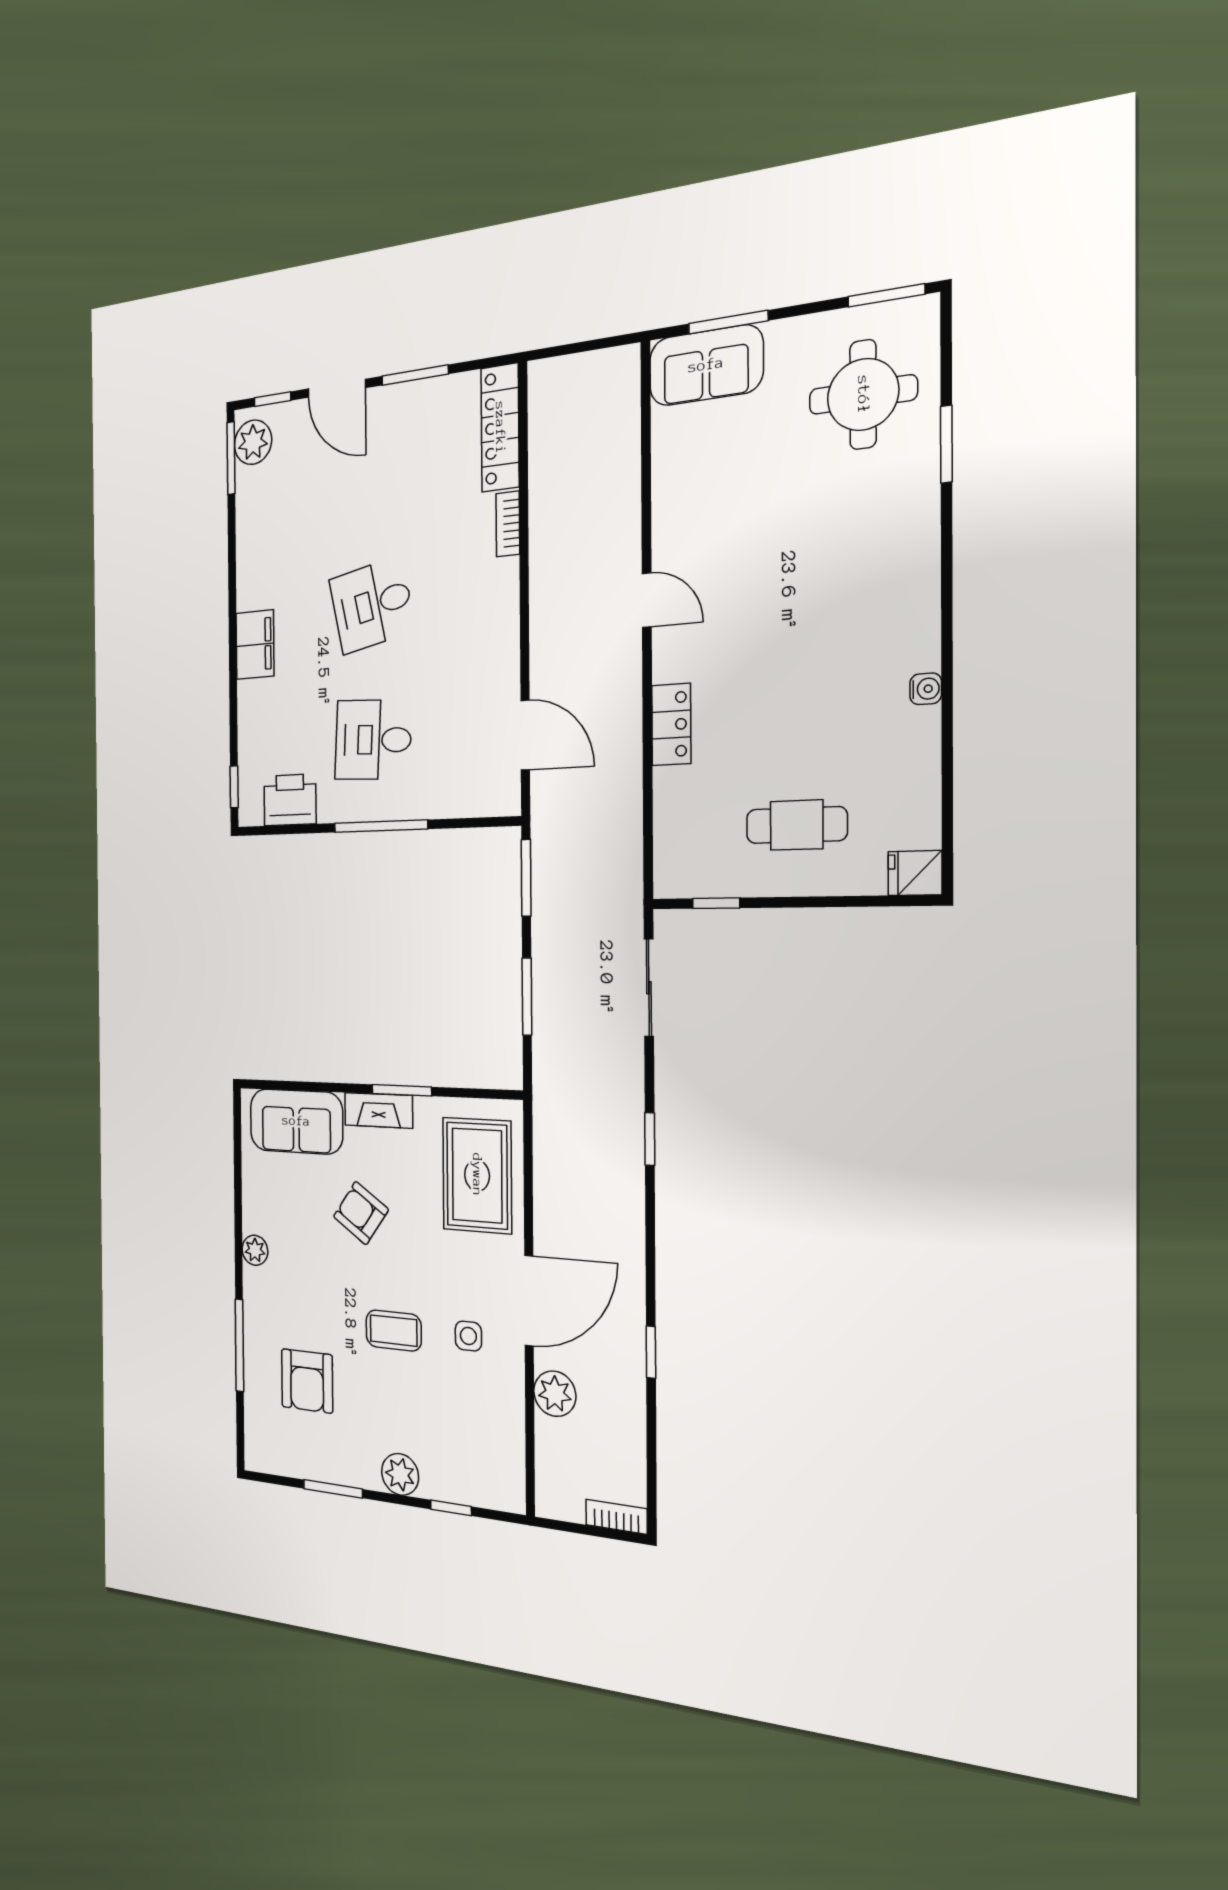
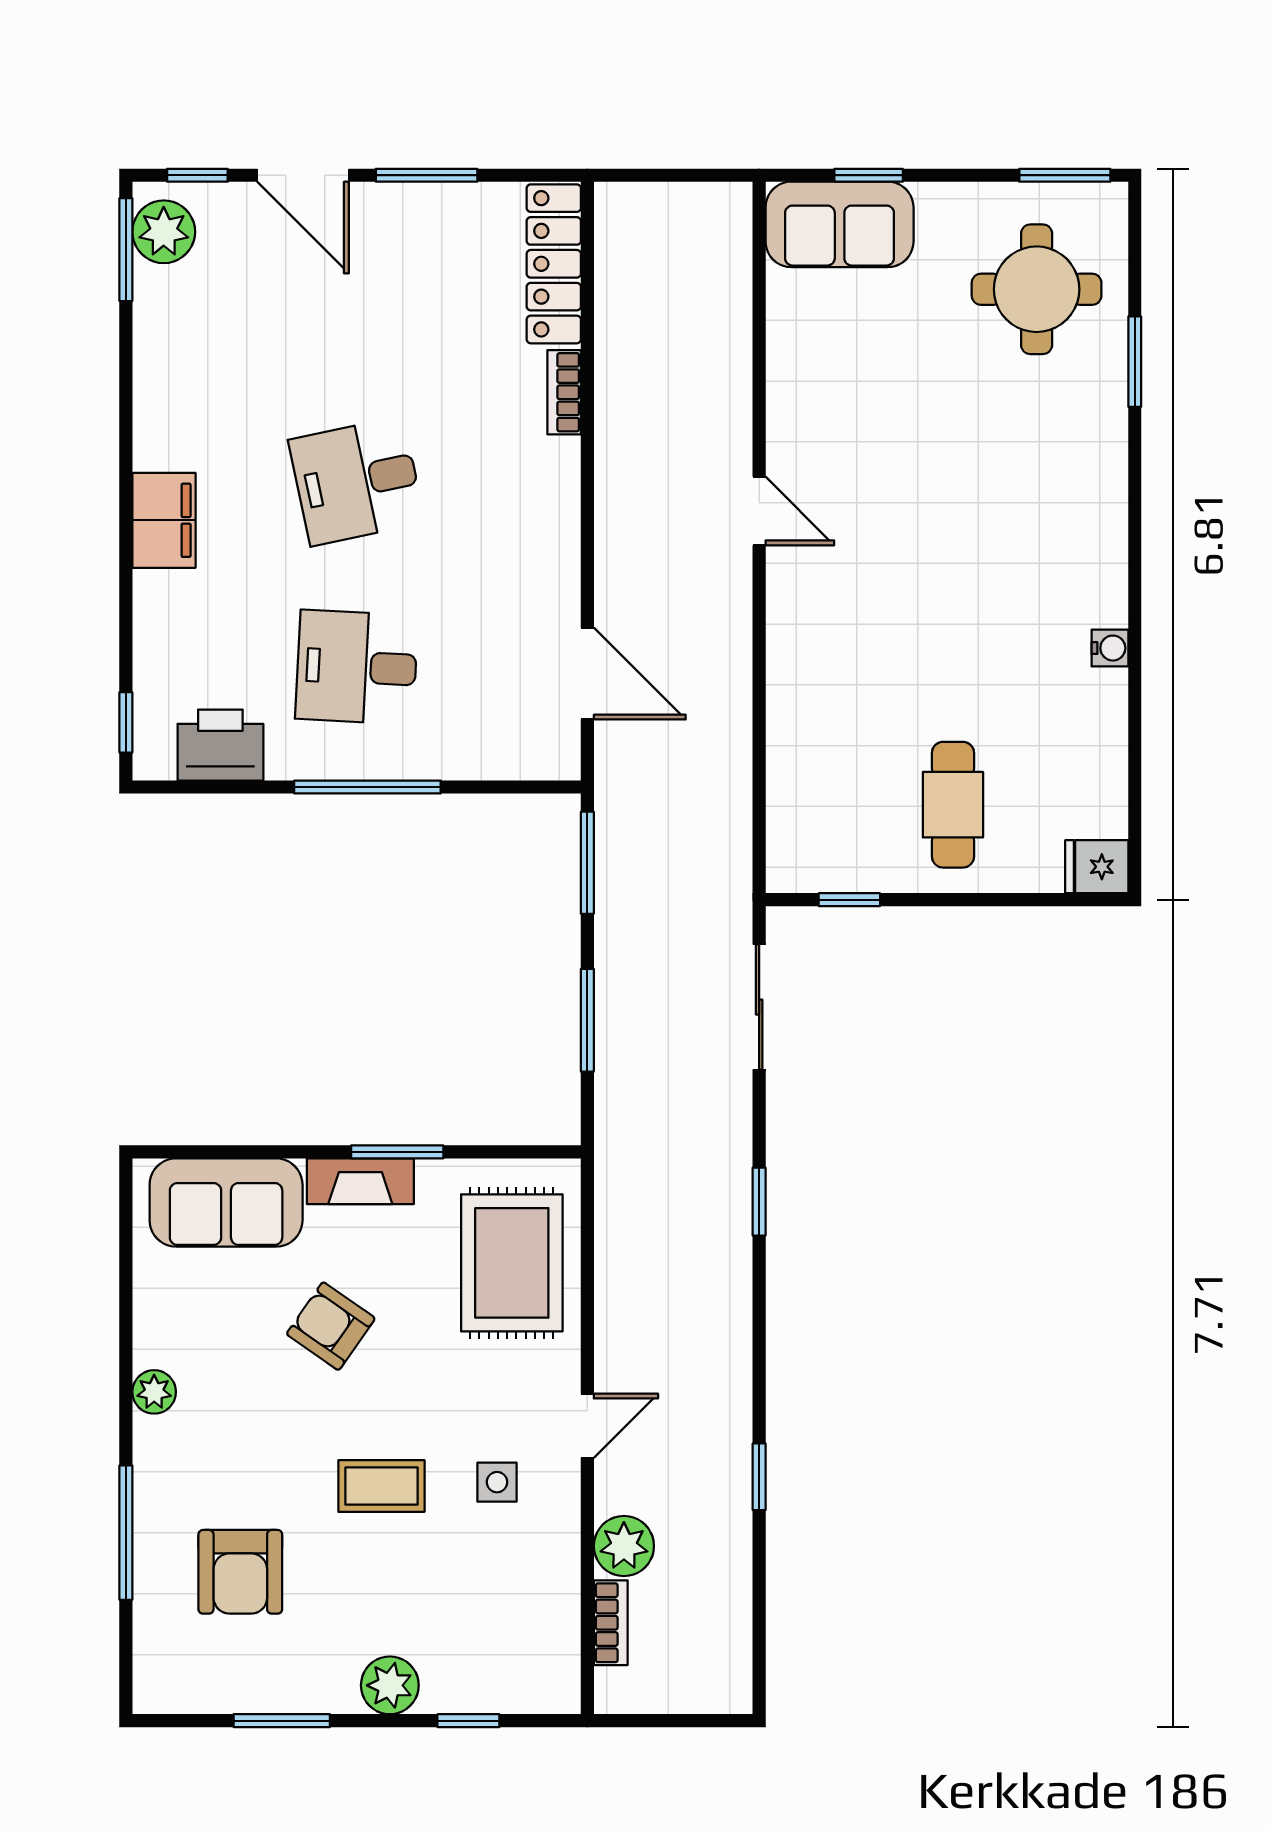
window: (728, 322) -> (869, 175), width x0.67
locker: (671, 724) -> (791, 672), removed
cafe table: (797, 825) -> (953, 805), turned 90
door: (529, 1301) -> (587, 1426), width x0.53
bookcase: (616, 1517) -> (611, 1623), moved, turned 90

